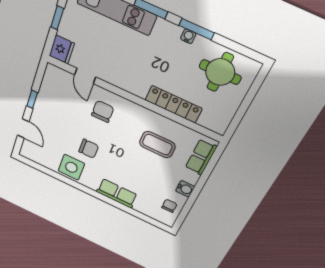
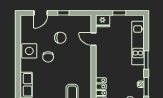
door: (85, 76) -> (93, 39), hinge flipped
chair: (103, 111) -> (60, 38), moved

